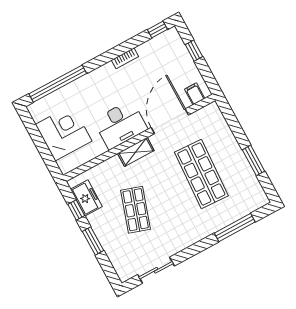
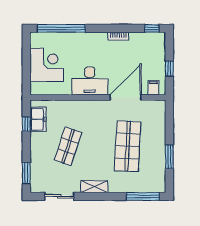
window: (194, 51) -> (169, 69), moved
shelving: (136, 152) -> (94, 187), moved
window: (235, 227) -> (143, 196), moved
window: (93, 241) -> (26, 173), moved

